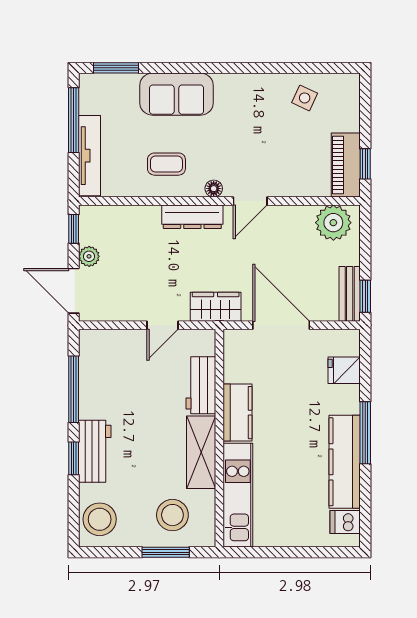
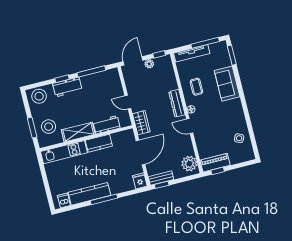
fridge: (344, 370) -> (140, 181), moved

